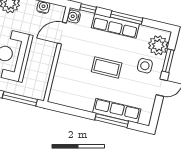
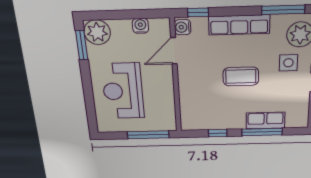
window: (126, 18) -> (283, 10), moved
row of seats: (117, 111) -> (265, 121), width x0.68
window: (76, 112) -> (218, 133), added

